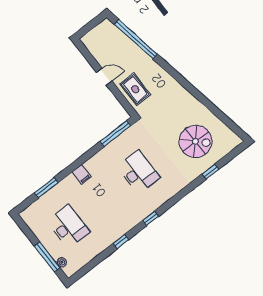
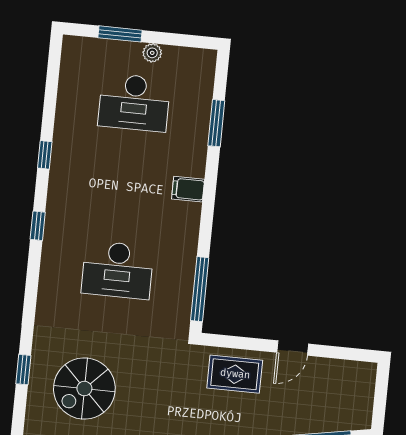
window: (47, 257) -> (120, 34), width x0.69
plant: (62, 262) -> (152, 53), moved

